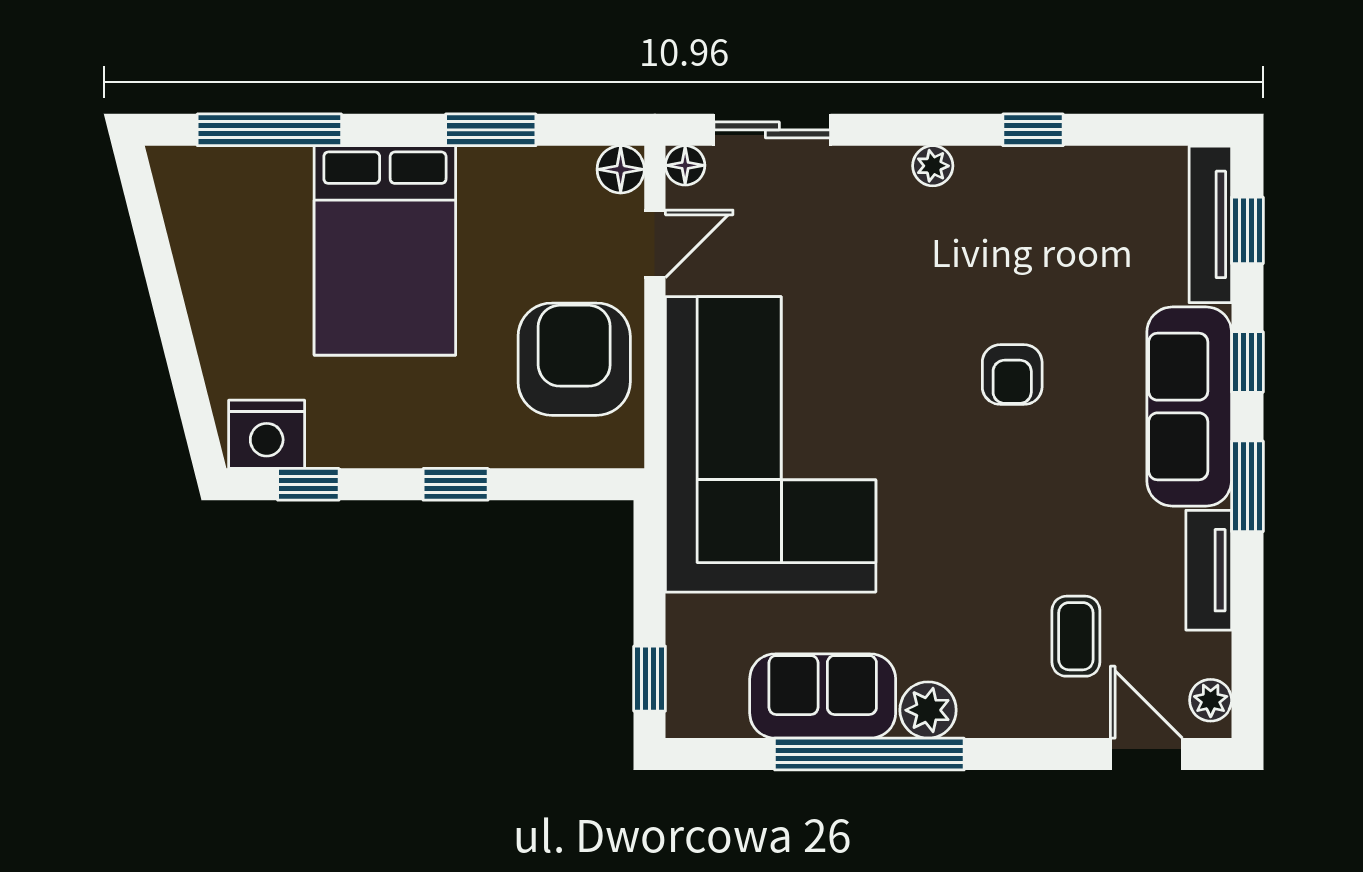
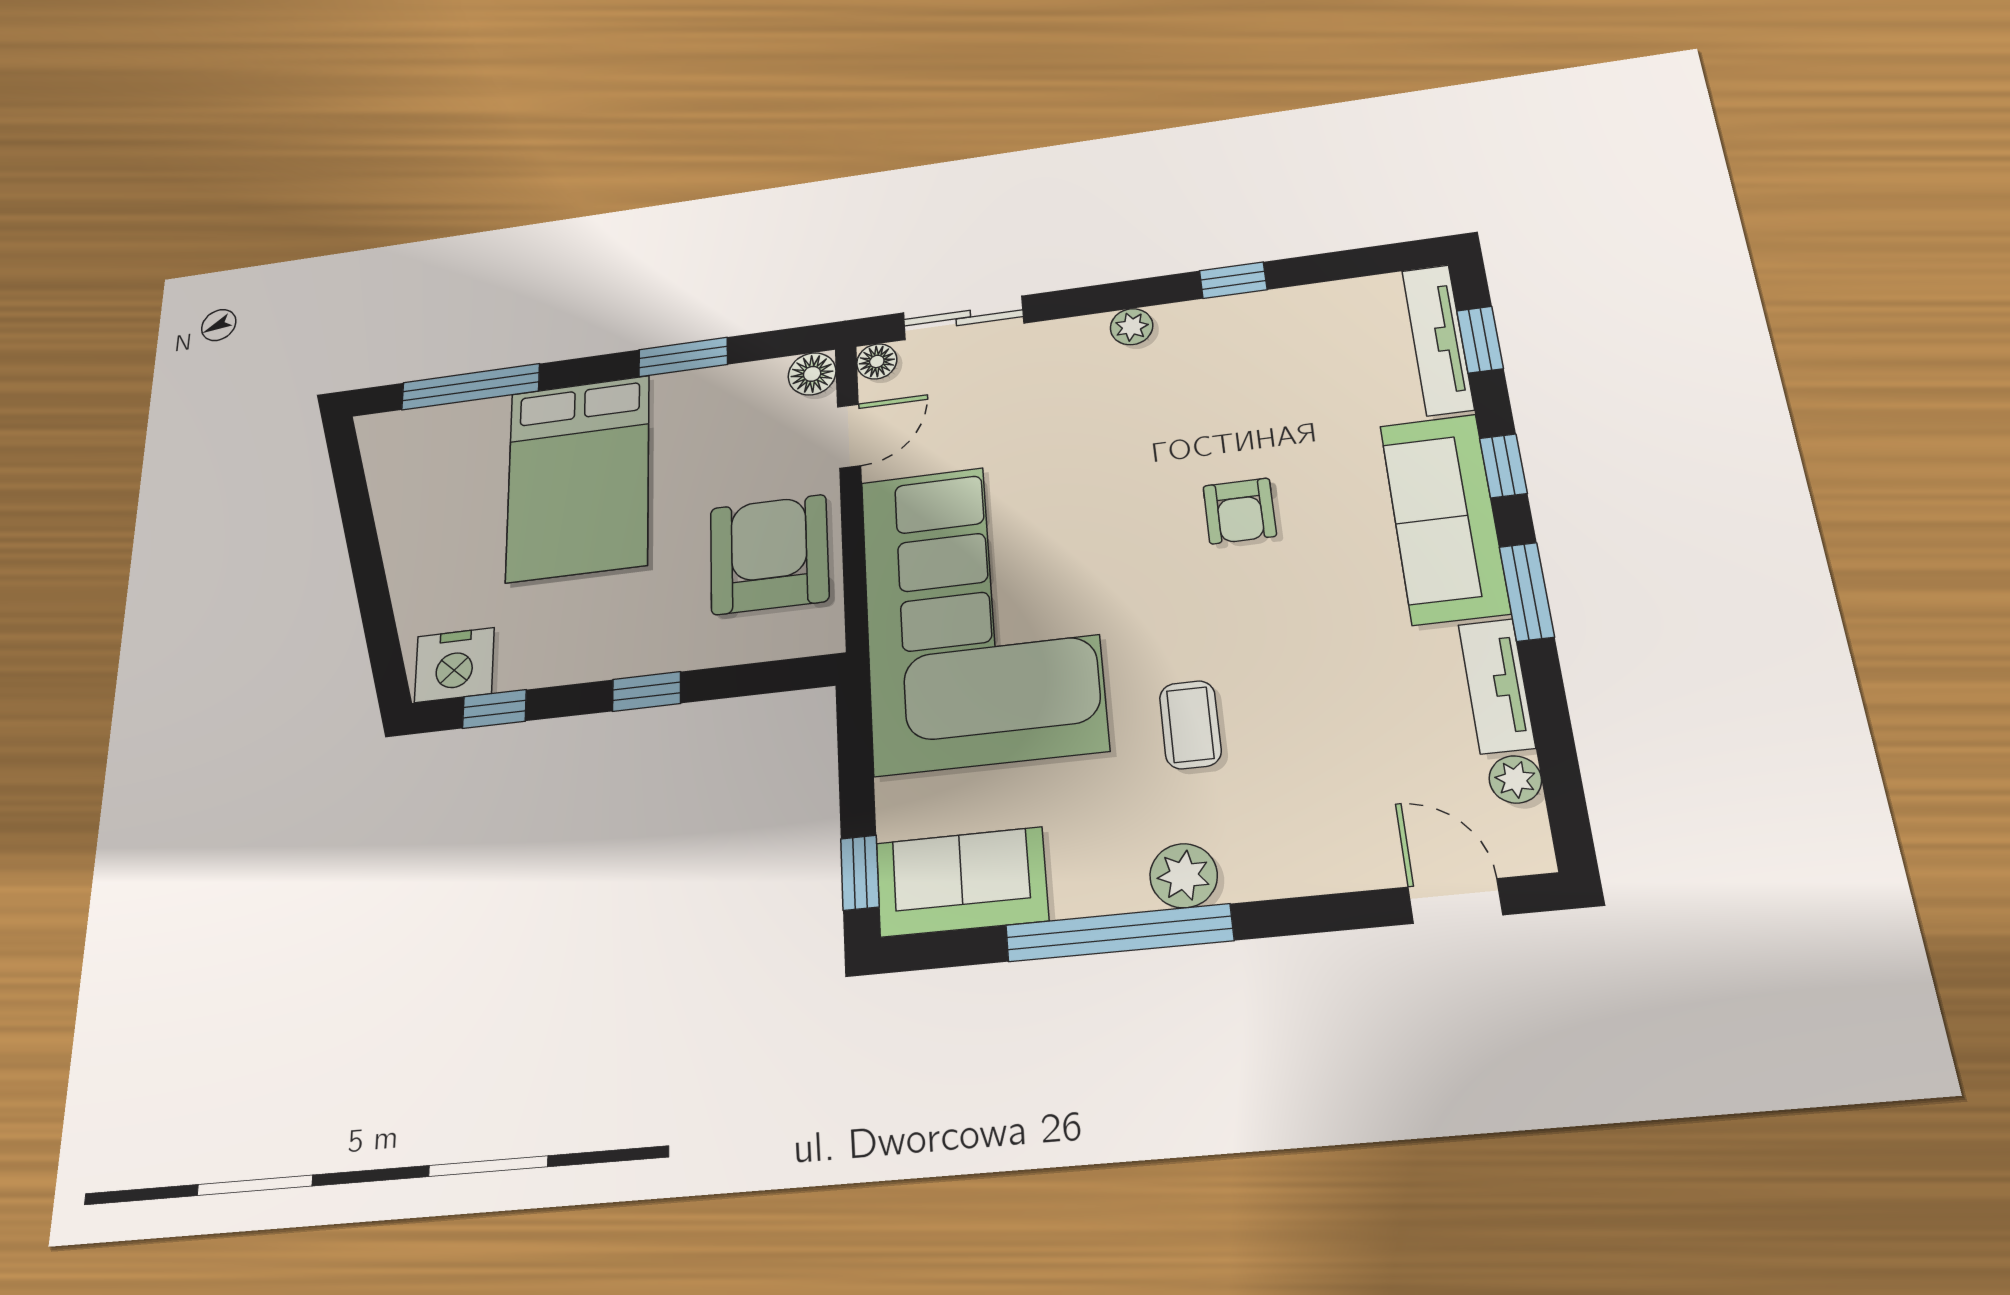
coffee table: (1076, 636) -> (1190, 725), moved
sofa: (823, 696) -> (961, 882), moved
plant: (1211, 700) -> (1515, 779), moved

